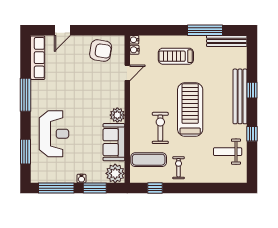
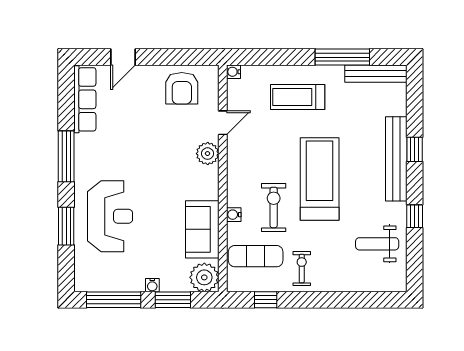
water cooler: (134, 50) -> (234, 215), moved
armchair: (101, 51) -> (182, 88), turned 81
plant: (117, 115) -> (208, 154), moved
window: (25, 152) -> (66, 226), moved

